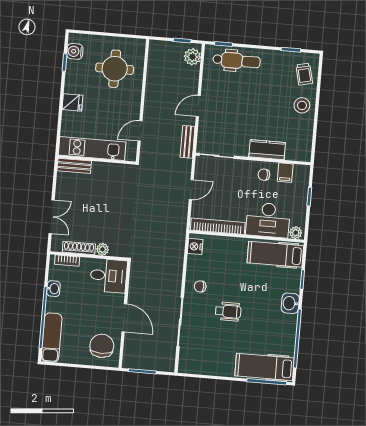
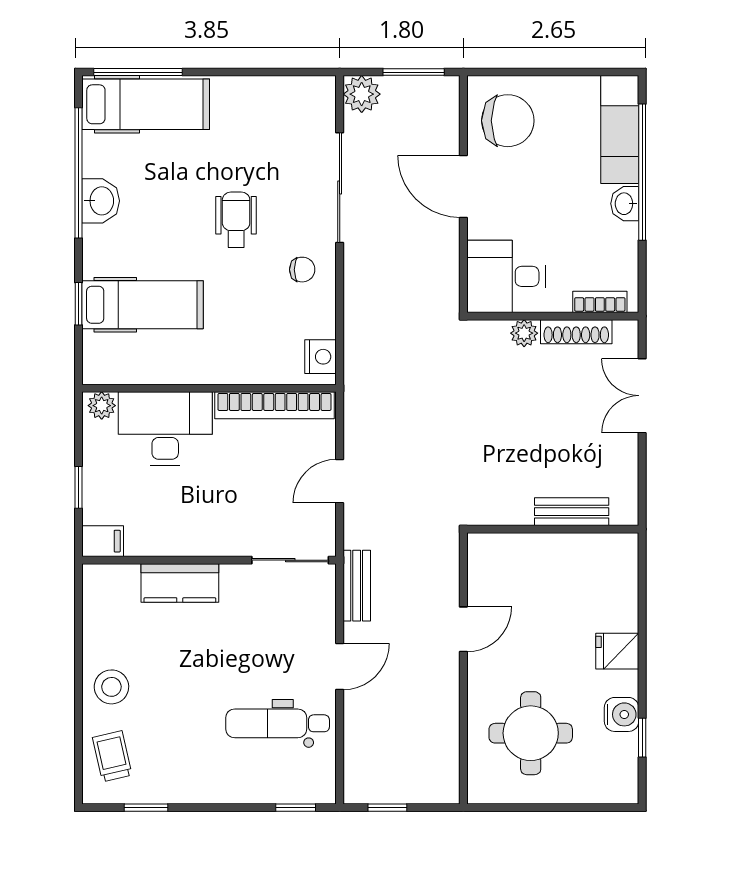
water cooler: (75, 51) -> (622, 714), moved
plant: (192, 57) -> (362, 94), moved
dental chair: (237, 61) -> (278, 723), moved
door: (140, 131) -> (463, 629), moved
kitchen unit: (92, 149) -> (565, 553), removed
bench: (74, 166) -> (572, 512), moved
filing cabinet: (285, 173) -> (103, 541), moved, turned 90
chair: (264, 175) -> (182, 527), removed
hospital bed: (275, 254) -> (143, 305), moved
washbasin: (53, 289) -> (625, 204), moved
washbasin: (290, 303) -> (101, 201), moved
wheelchair: (228, 311) -> (236, 220), turned 90
chair: (102, 346) -> (508, 121), turned -90

